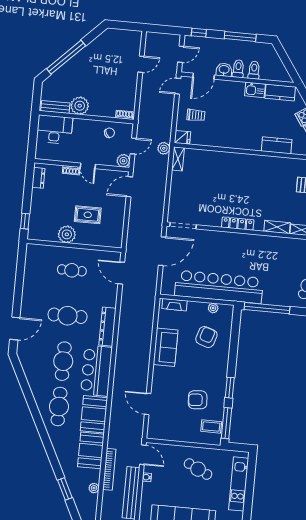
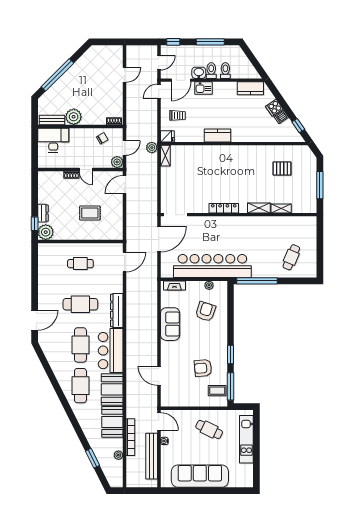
kitchen sink: (255, 90) -> (204, 88), moved
kitchen counter: (277, 145) -> (217, 135), moved
dresser: (38, 178) -> (43, 213), moved
plant: (67, 234) -> (46, 232), moved
door: (121, 273) -> (125, 262), swing flipped

